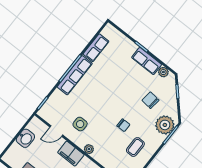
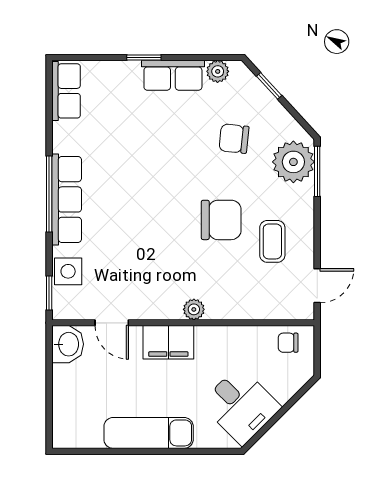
row of seats: (96, 48) -> (66, 91), moved
side table: (80, 124) -> (68, 271), moved
chair: (123, 125) -> (221, 220), width x1.87, depth x1.87
door: (56, 131) -> (112, 323), hinge flipped
washbasin: (25, 138) -> (68, 344), moved

